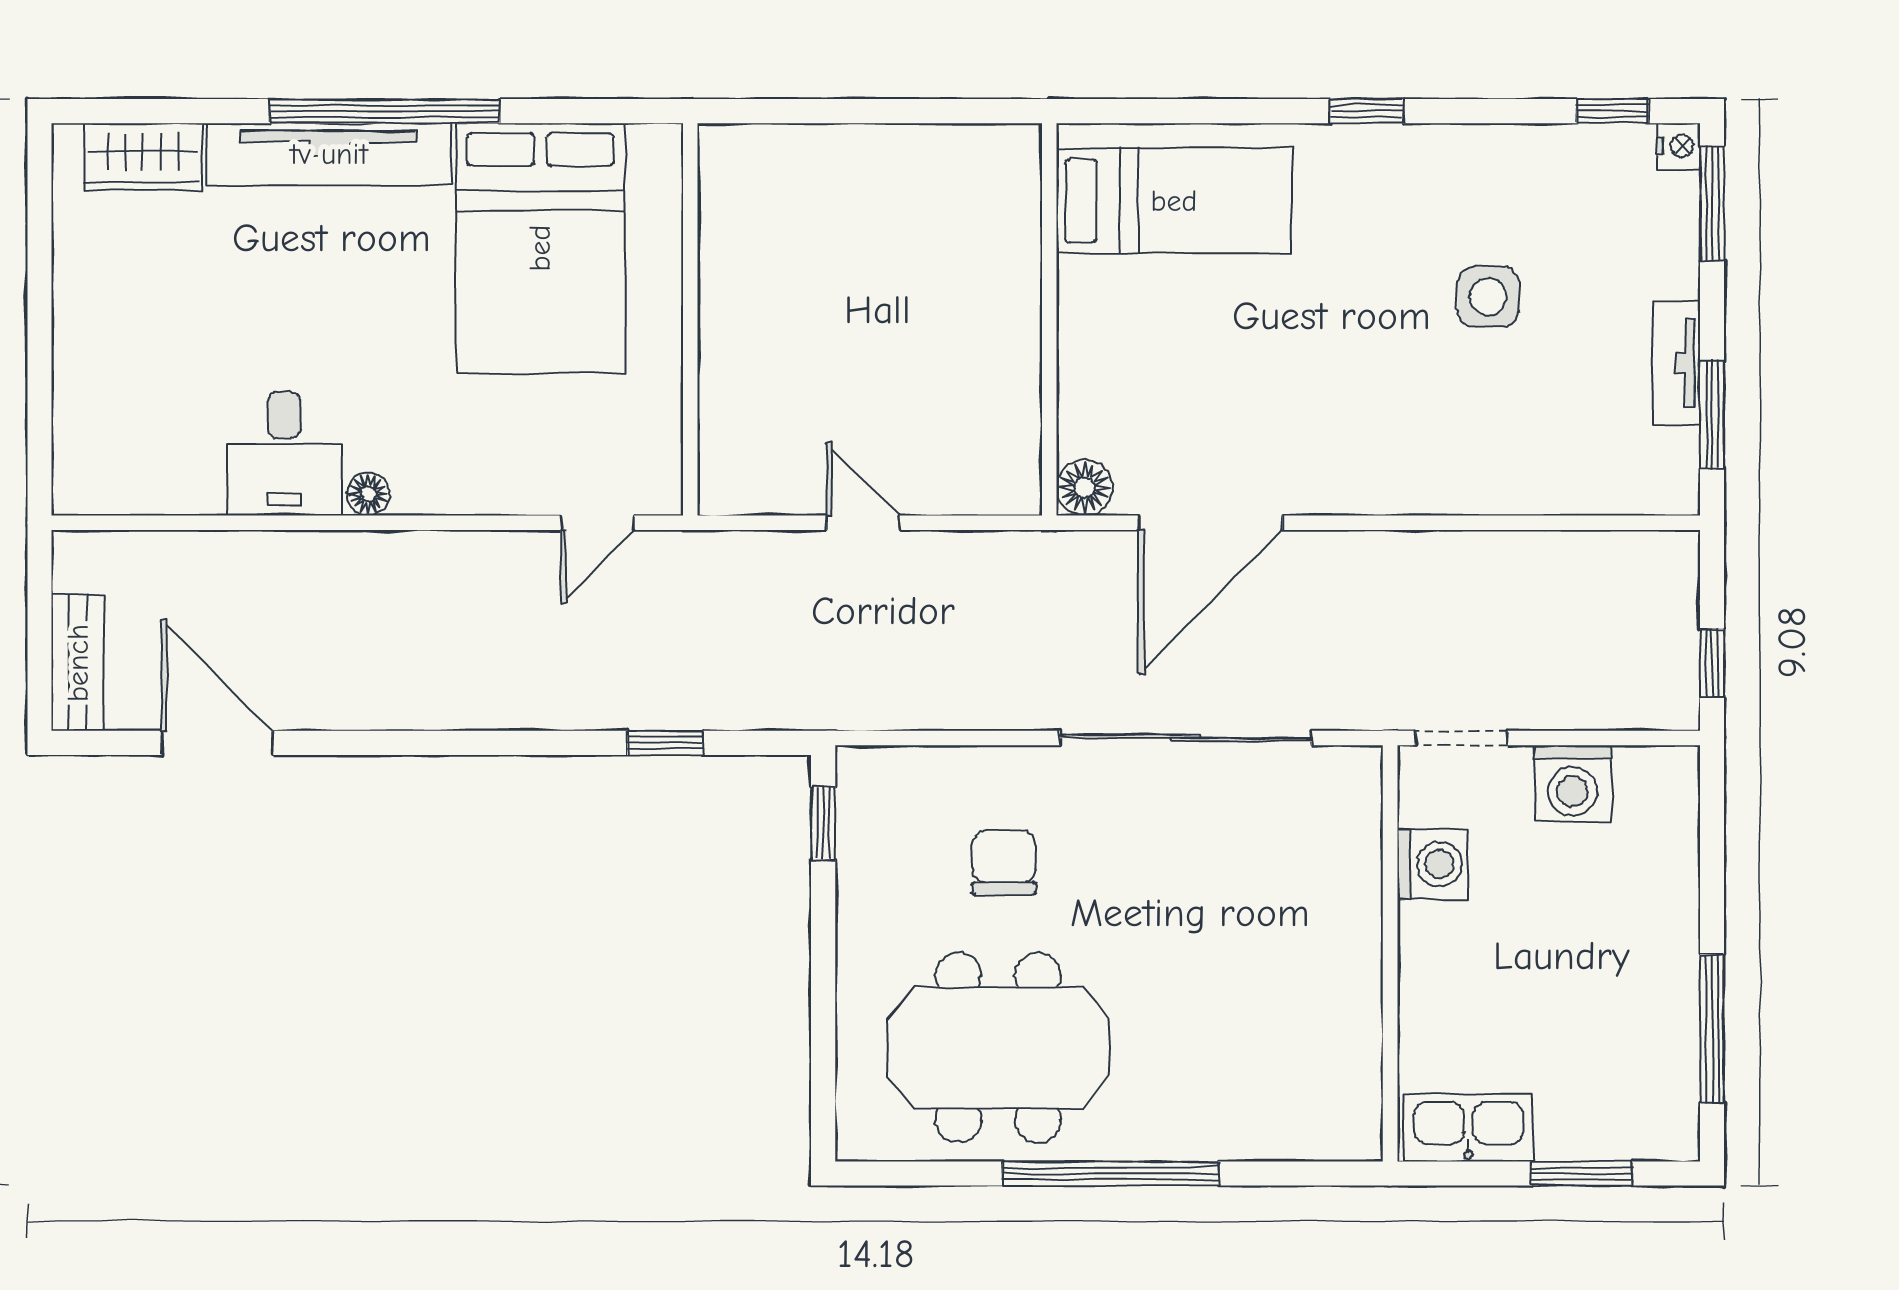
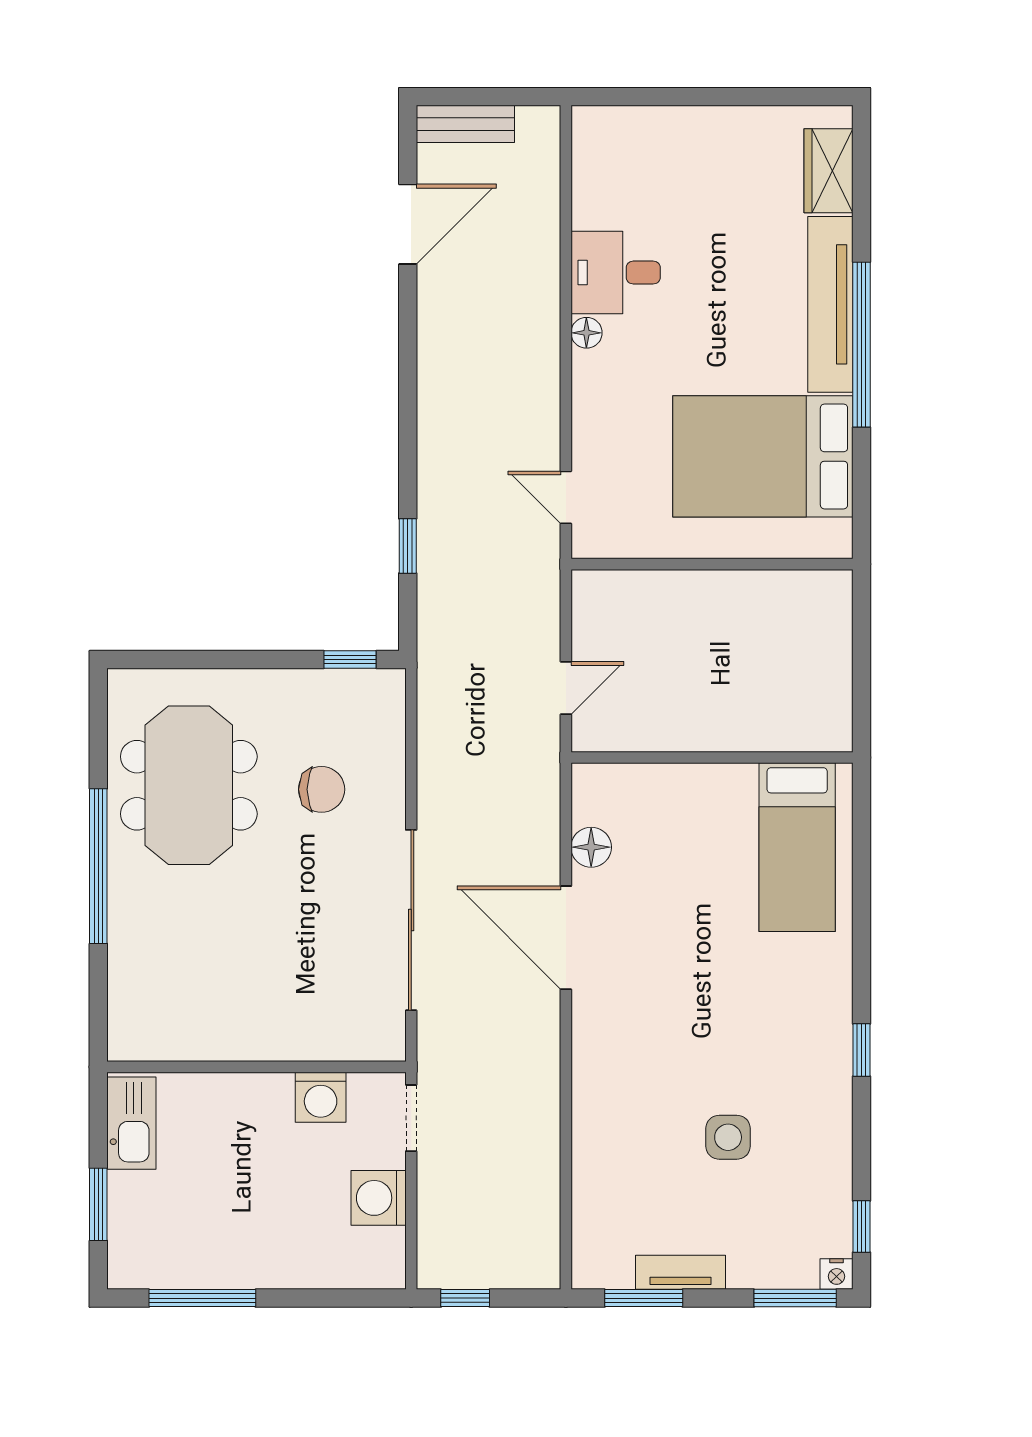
bed: (1174, 201) -> (797, 847), moved
wall: (1049, 319) -> (712, 757), moved

